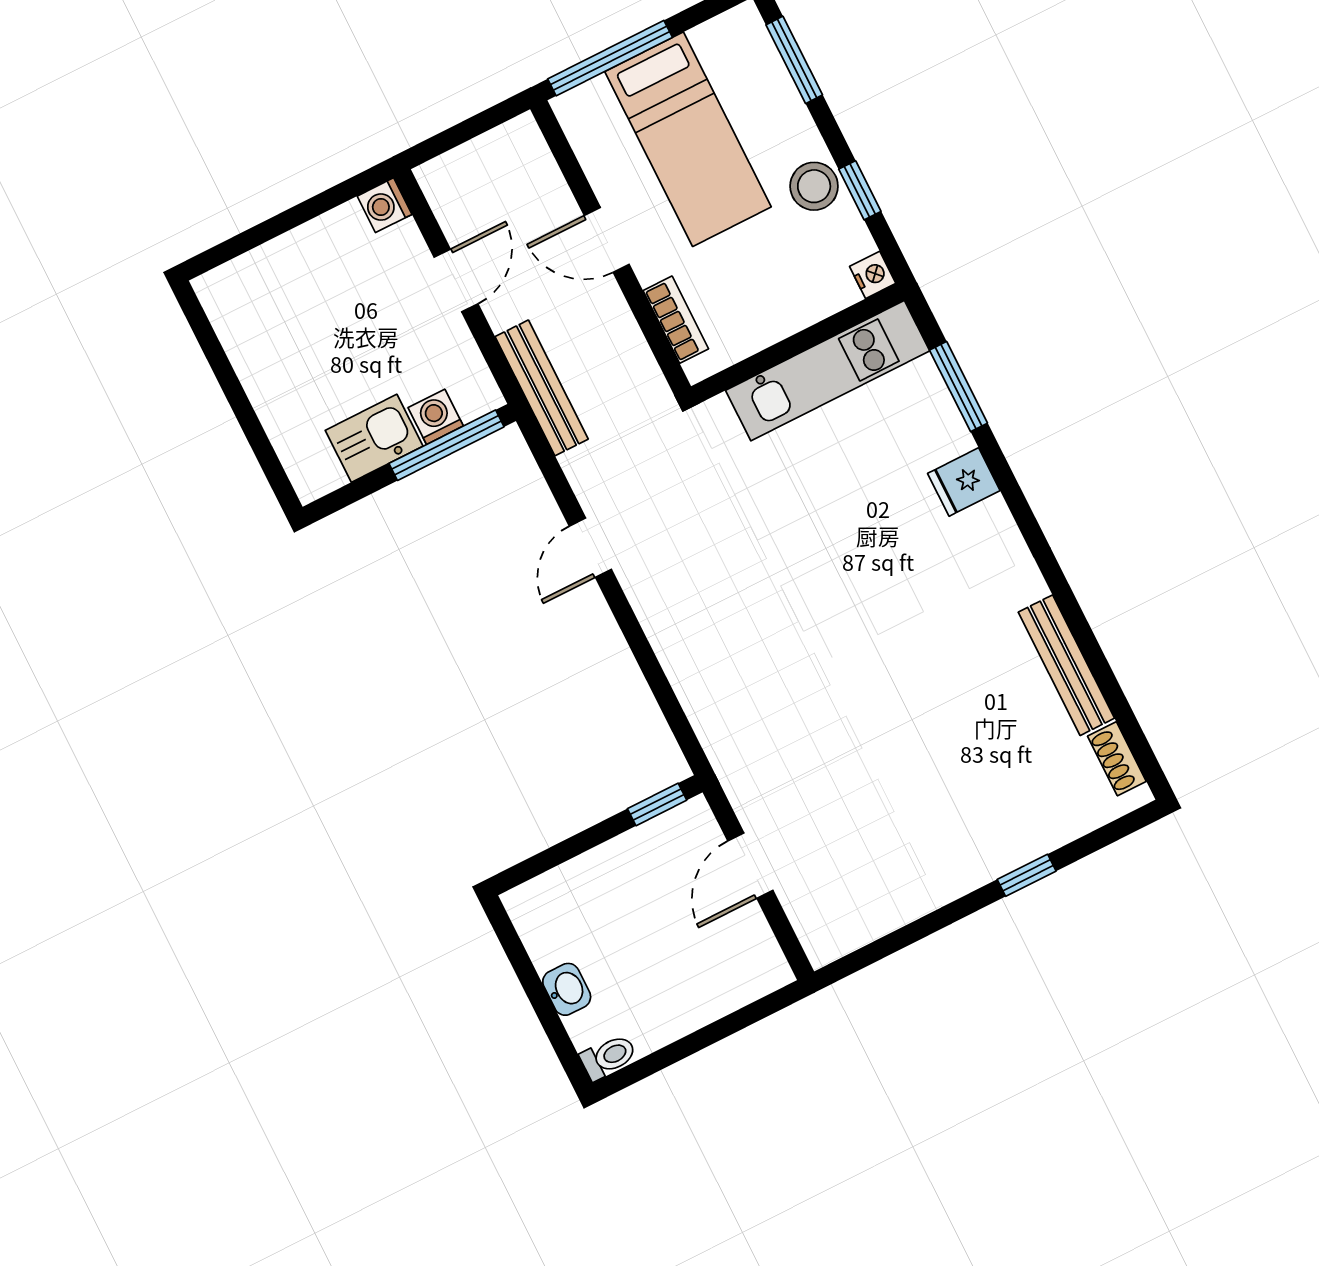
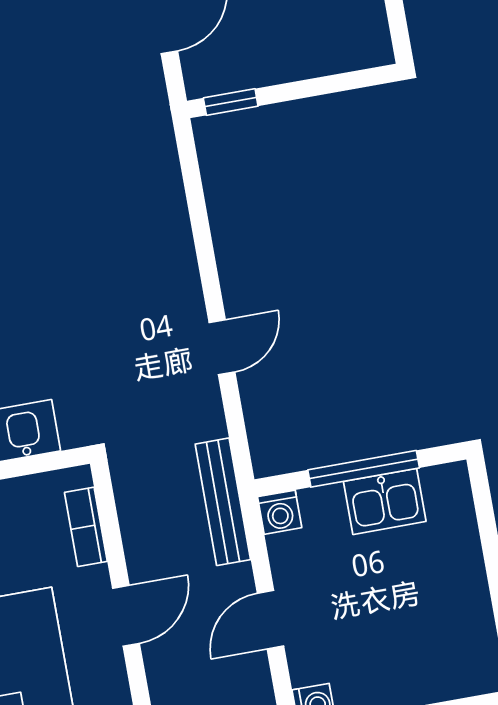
door: (607, 240) -> (126, 616), hinge flipped
washing machine: (436, 417) -> (280, 512), moved
window: (446, 445) -> (364, 469), moved

